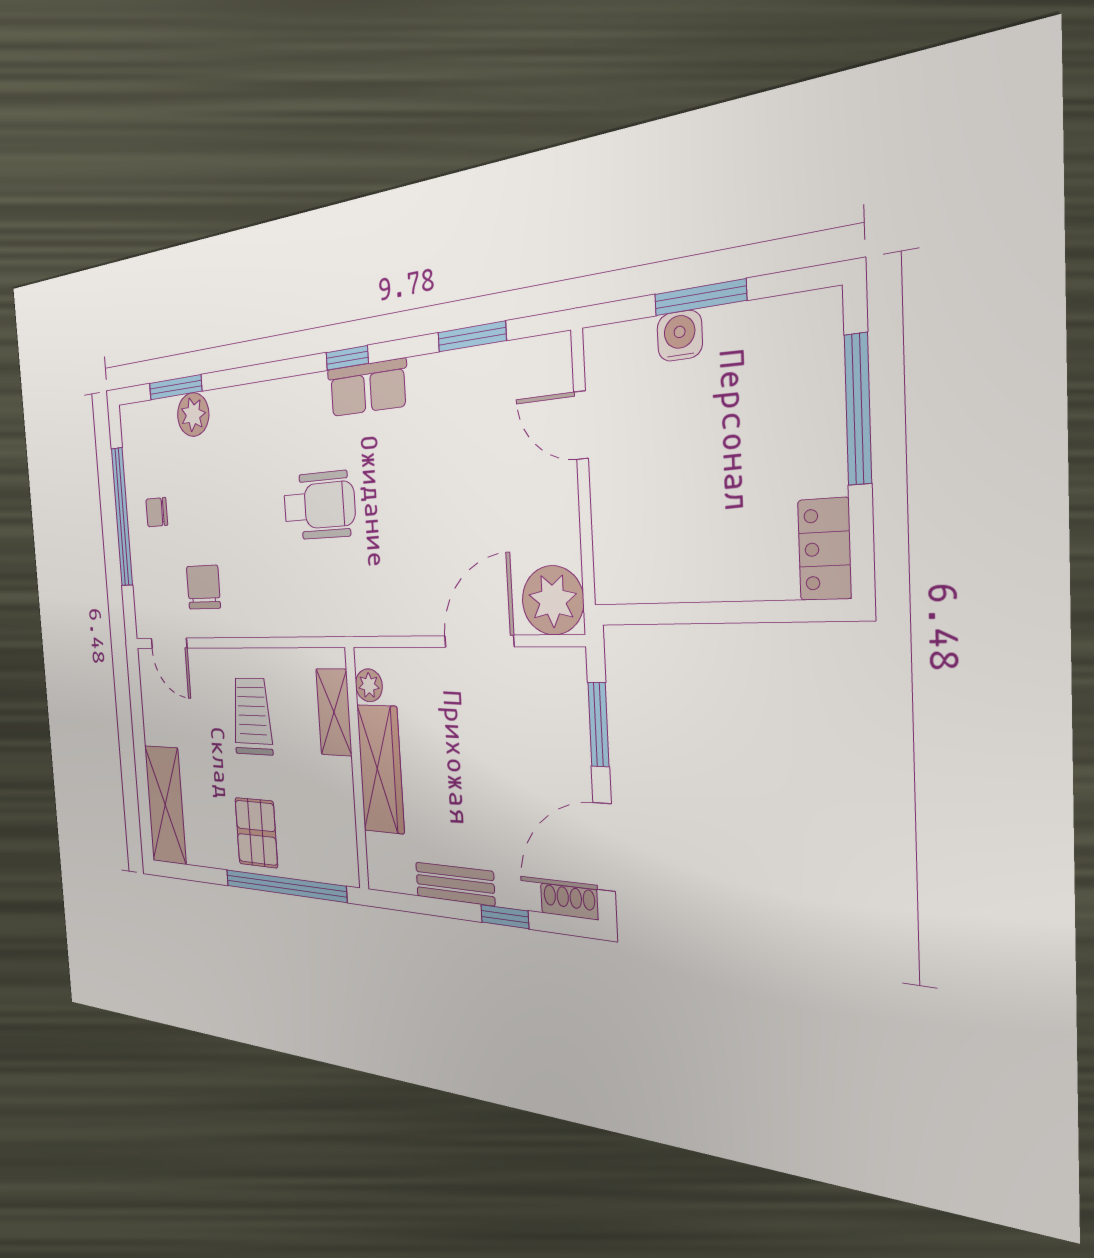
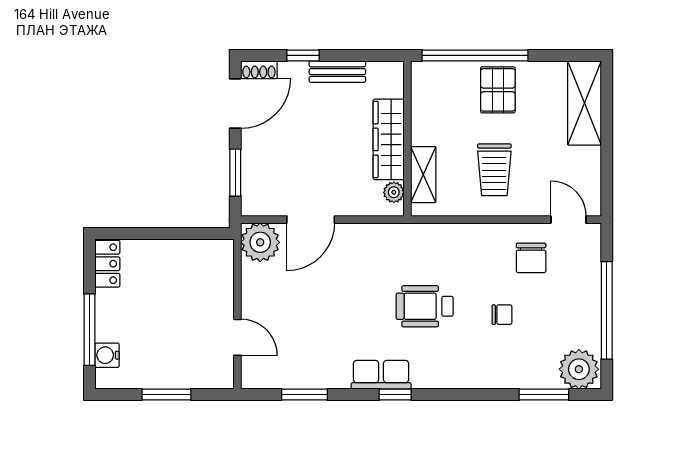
water cooler: (680, 336) -> (107, 355), moved, turned 90
plant: (193, 415) -> (579, 369), moved, width x1.36, depth x1.36
chair: (157, 512) -> (502, 315), moved

